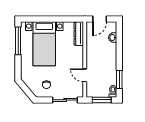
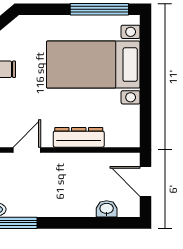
dresser: (79, 34) -> (79, 137), moved

